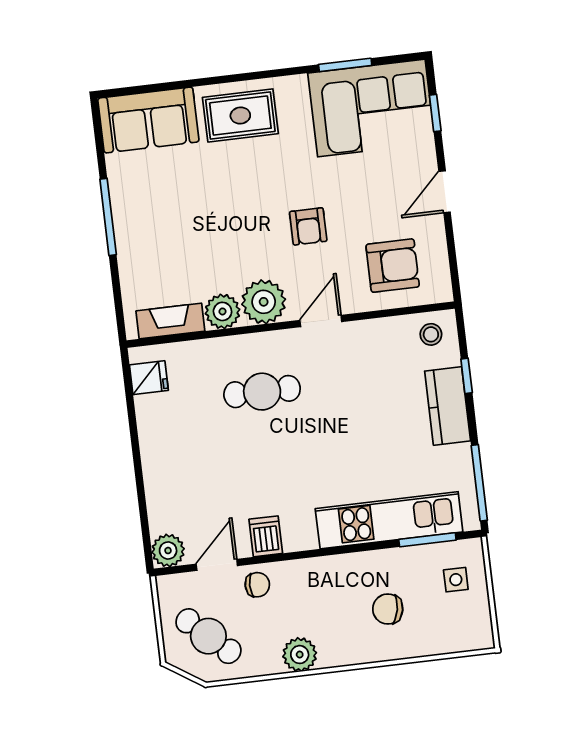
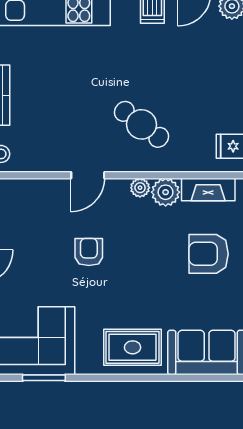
armchair: (393, 266) -> (209, 254), moved
plant: (264, 302) -> (140, 188), width x0.53, depth x0.53
cafe table: (262, 392) -> (142, 124), turned 37

